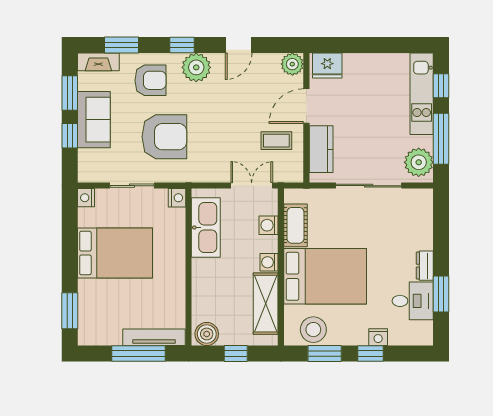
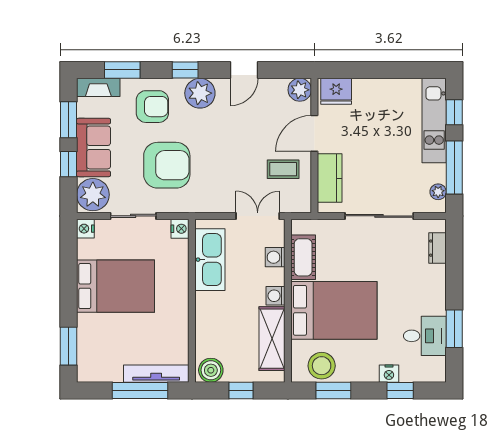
plant: (419, 162) -> (438, 192), width x0.53, depth x0.53
plant: (93, 165) -> (93, 195), added
dresser: (425, 266) -> (437, 248), moved
window: (370, 354) -> (400, 391), moved

